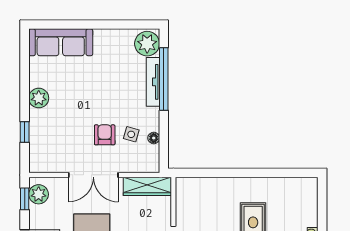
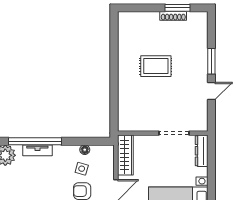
tv unit: (153, 82) -> (37, 150), width x0.71

